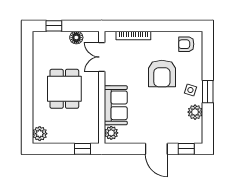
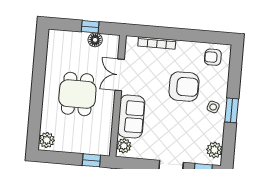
window: (54, 26) -> (90, 27), moved
double door: (102, 57) -> (120, 75), moved
armchair: (162, 74) -> (184, 87), turned -90
plant: (195, 112) -> (214, 150), moved

